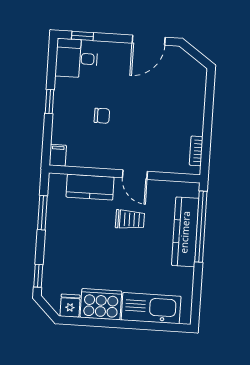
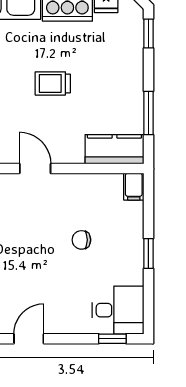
door: (149, 40) -> (29, 339), width x0.73
kitchen counter: (90, 187) -> (114, 149), moved
trolley: (130, 219) -> (53, 83), moved

